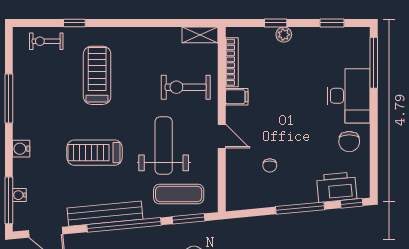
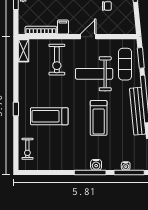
window: (74, 23) -> (16, 109), moved
window: (9, 99) -> (90, 173), moved

